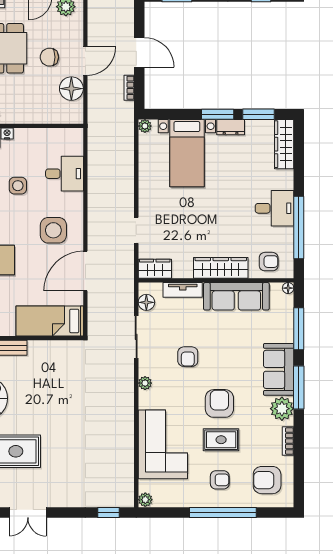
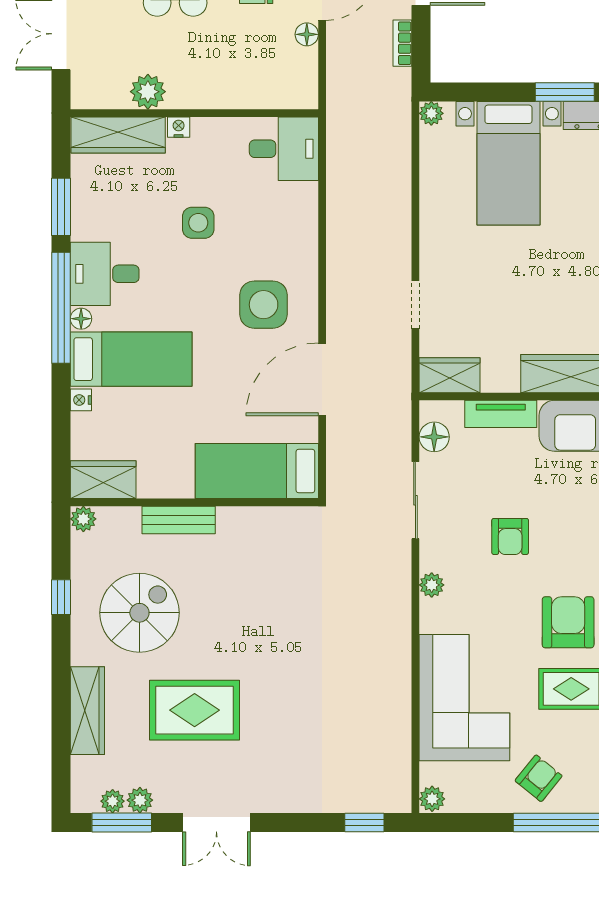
floor lamp: (71, 89) -> (307, 34), width x0.53, depth x0.53
desk: (64, 174) -> (284, 149), moved
armchair: (220, 480) -> (539, 778), moved, turned -51

